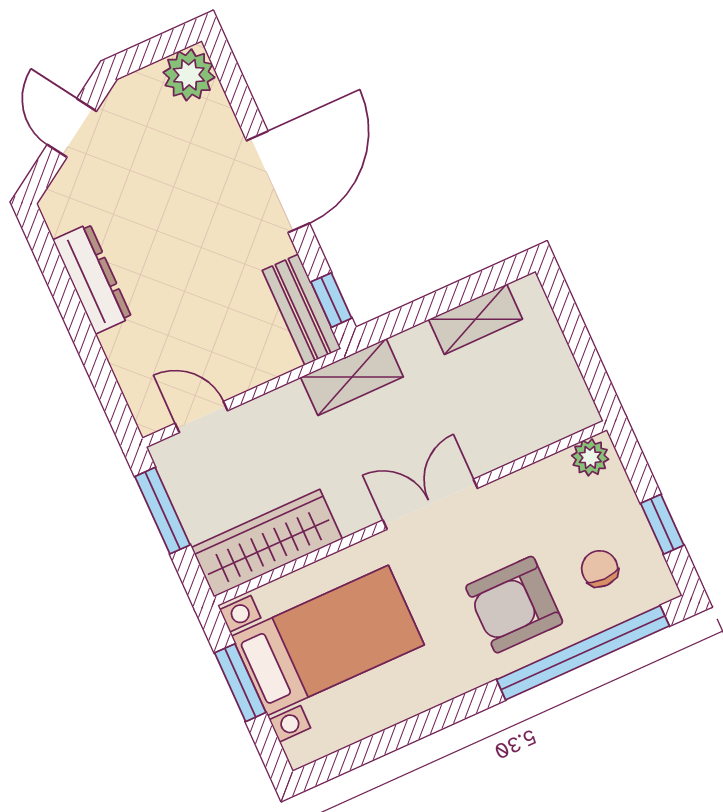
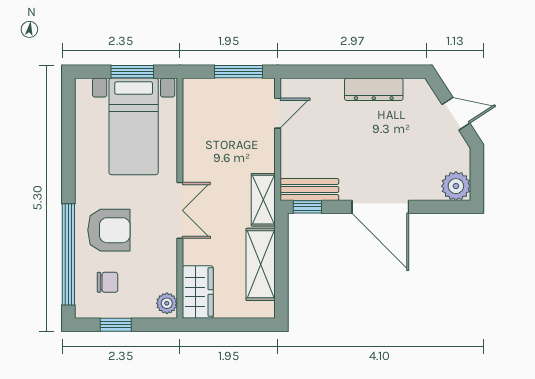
shelving: (476, 319) -> (261, 264), width x1.50, depth x1.33
wardrobe: (267, 543) -> (198, 292), moved, width x0.67
armchair: (514, 605) -> (109, 230), turned 90

